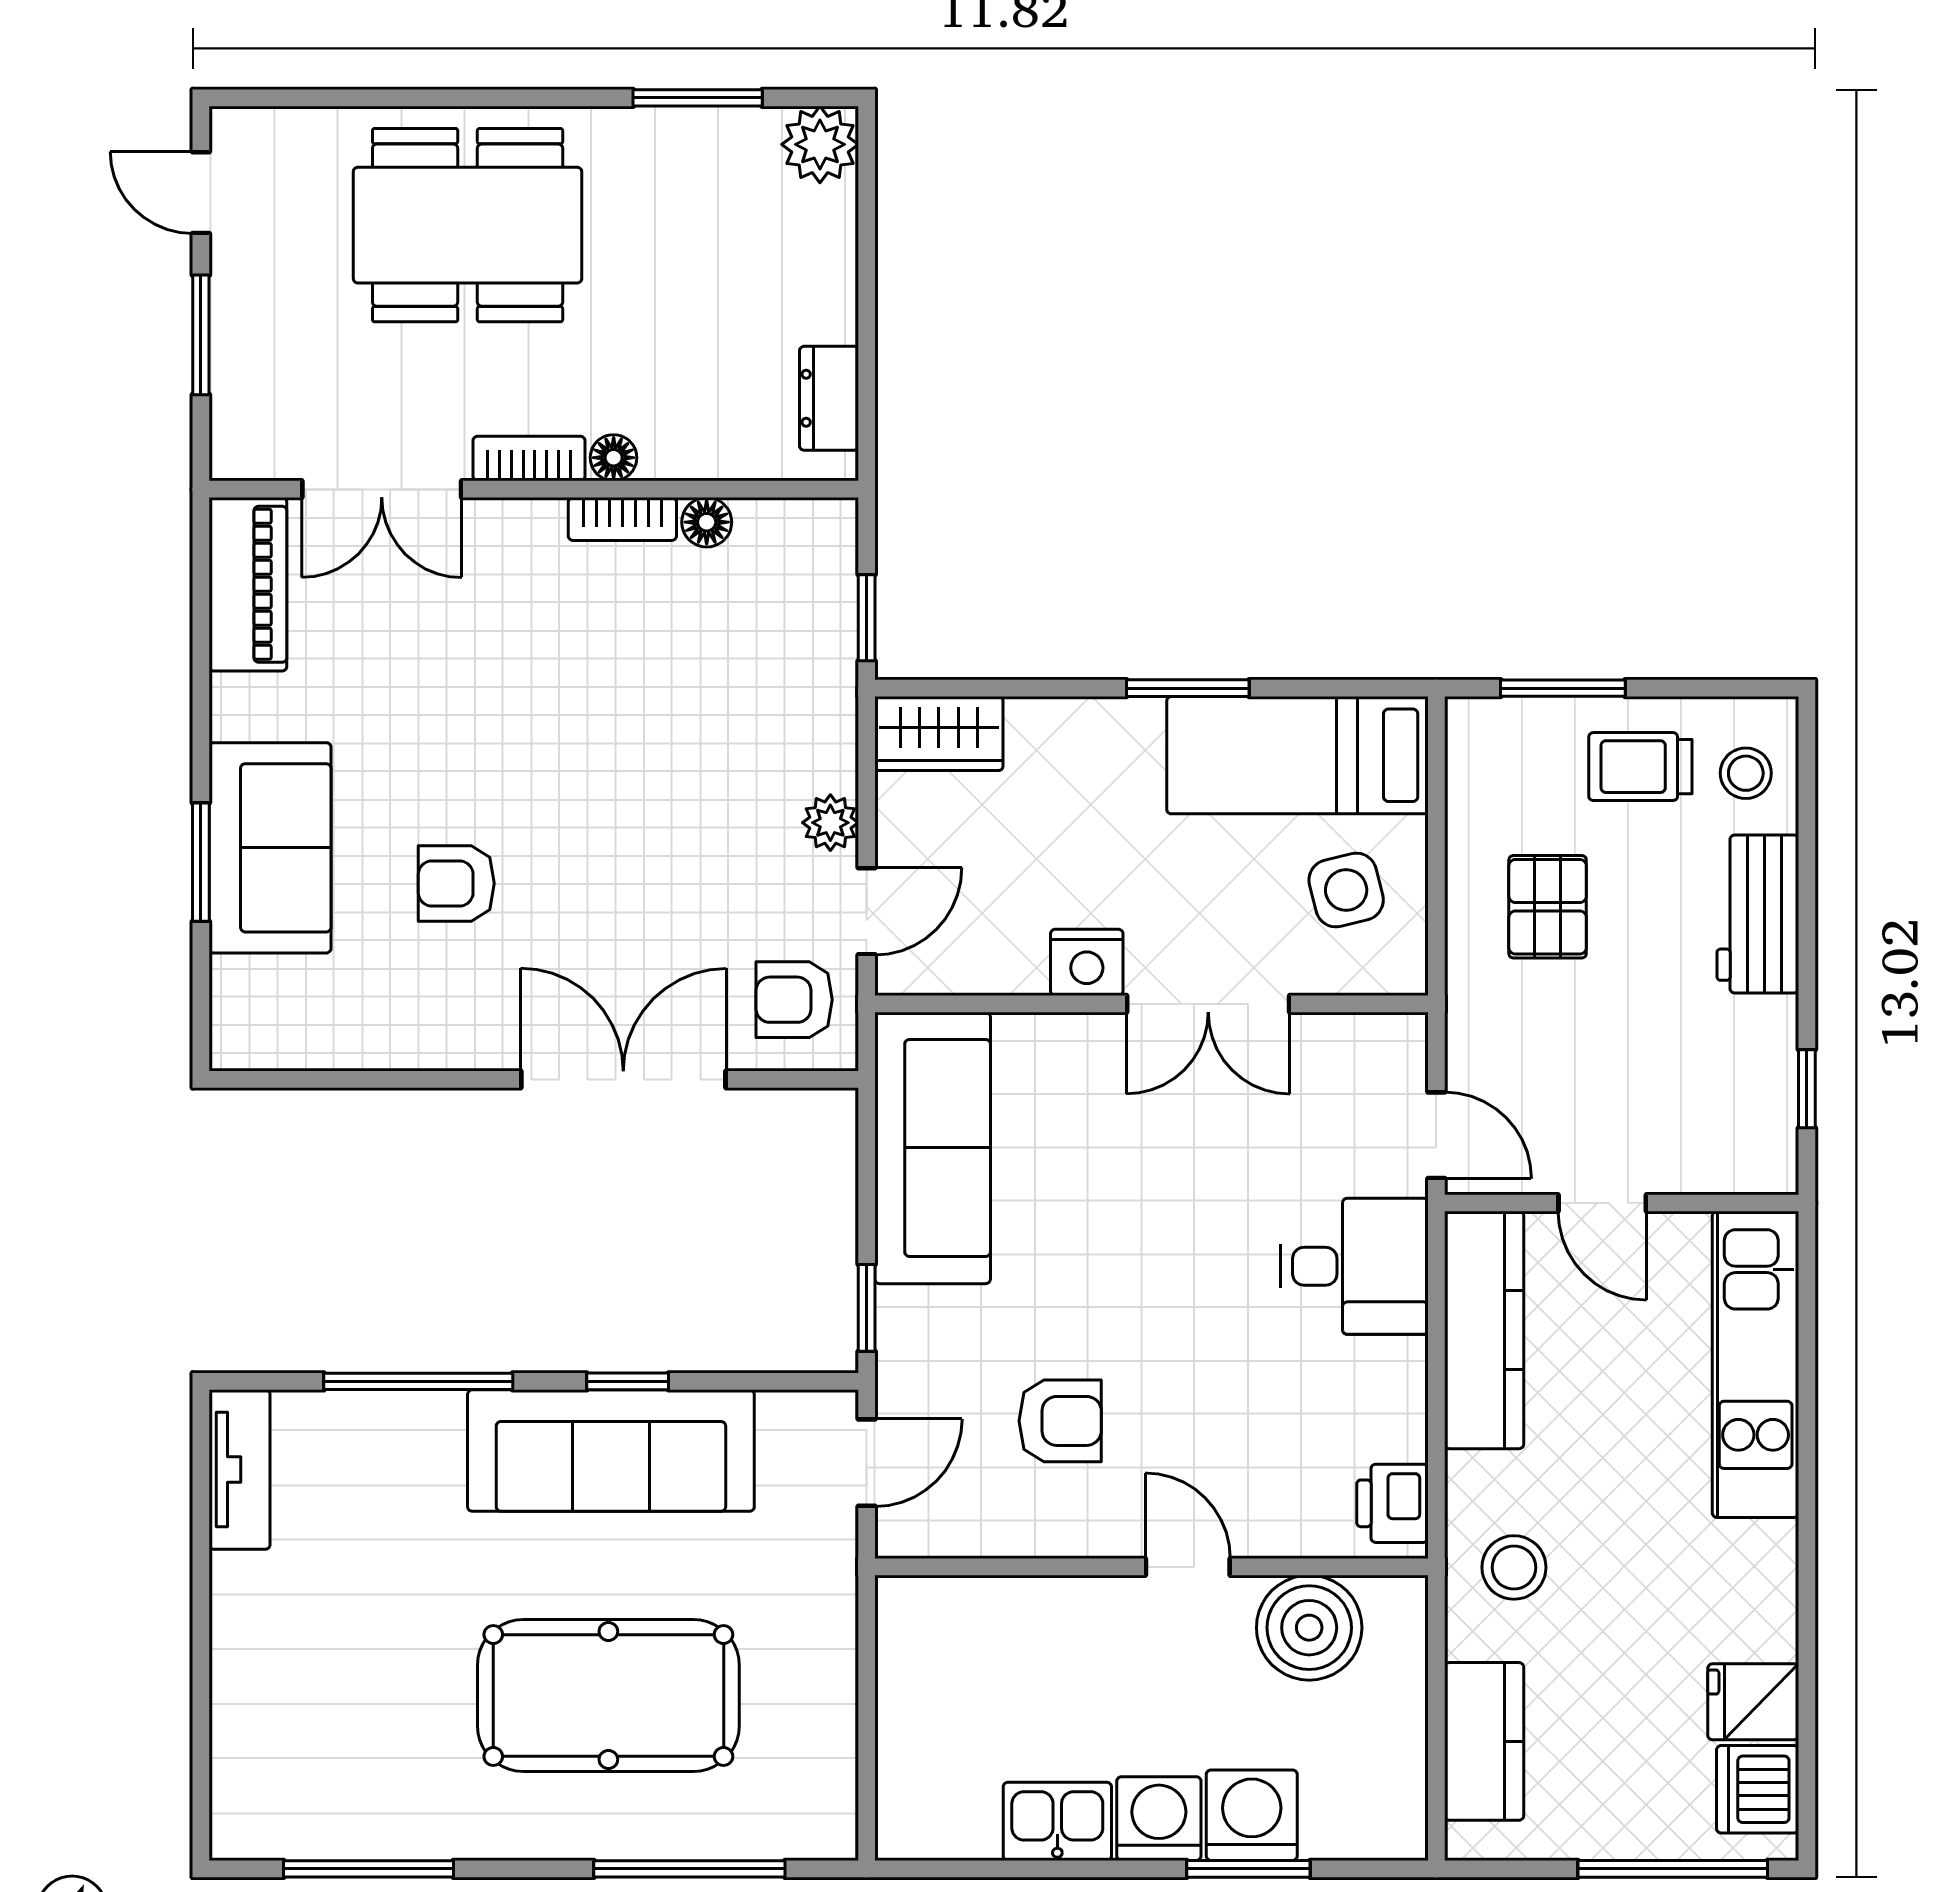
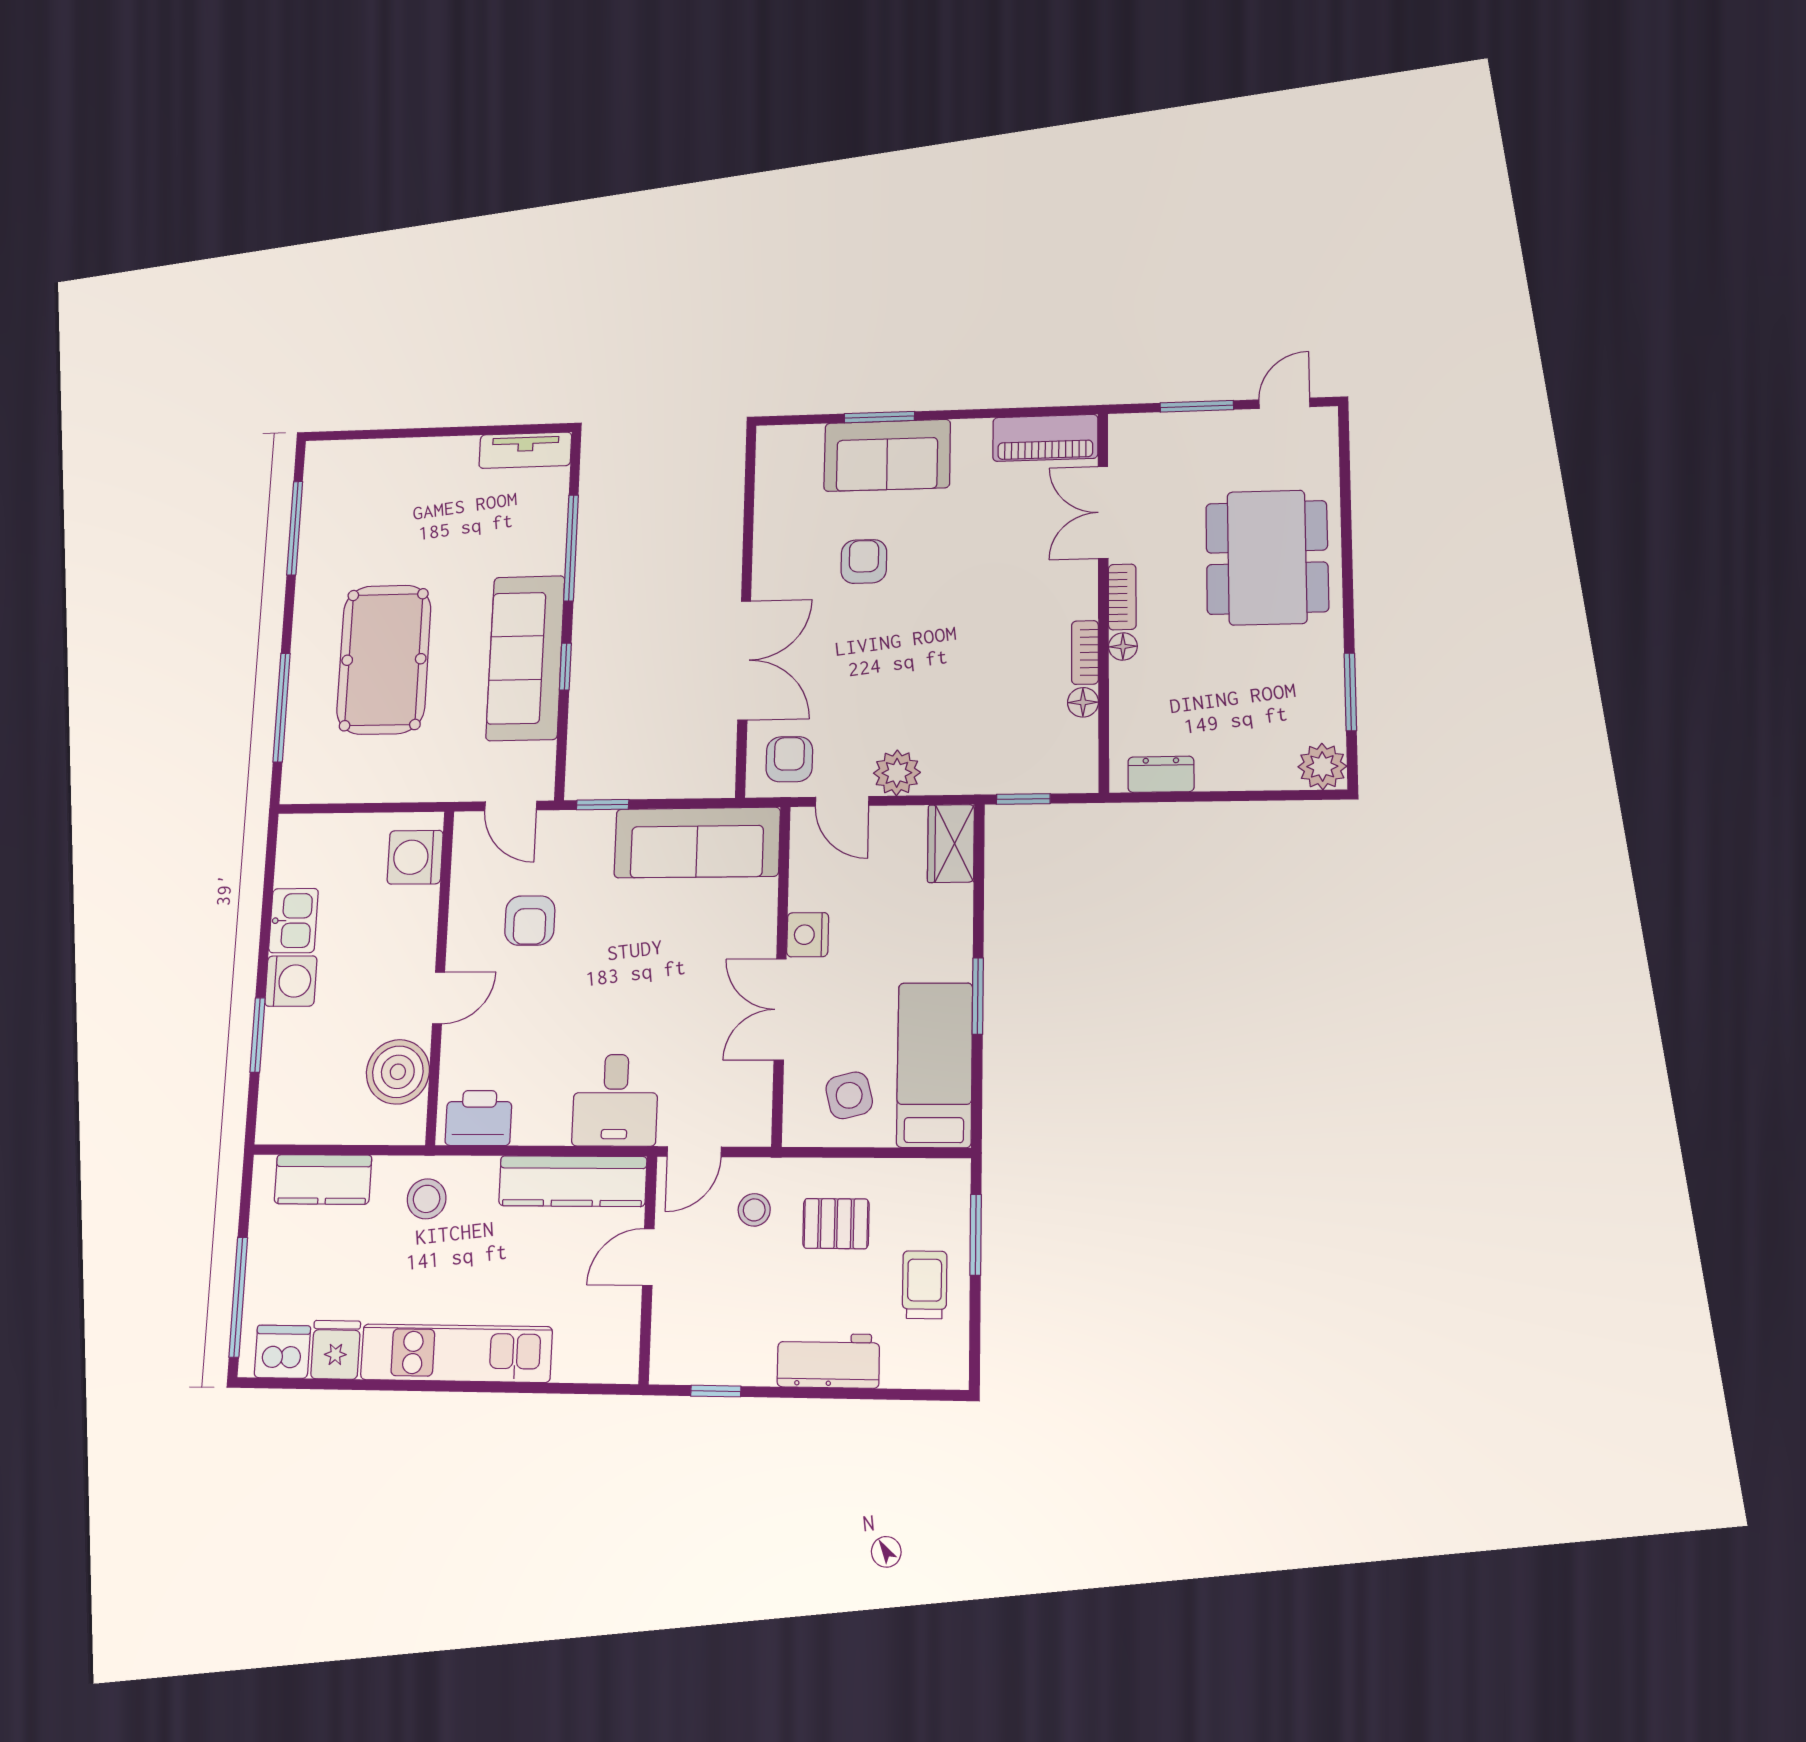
stool: (1746, 773) -> (754, 1210), moved
plant: (830, 823) -> (897, 773), width x1.38, depth x1.38
kitchen unit: (1756, 1364) -> (456, 1353), moved
printer: (1392, 1503) -> (479, 1118), width x1.36, depth x1.24
washing machine: (1252, 1815) -> (415, 857), moved, turned 180

